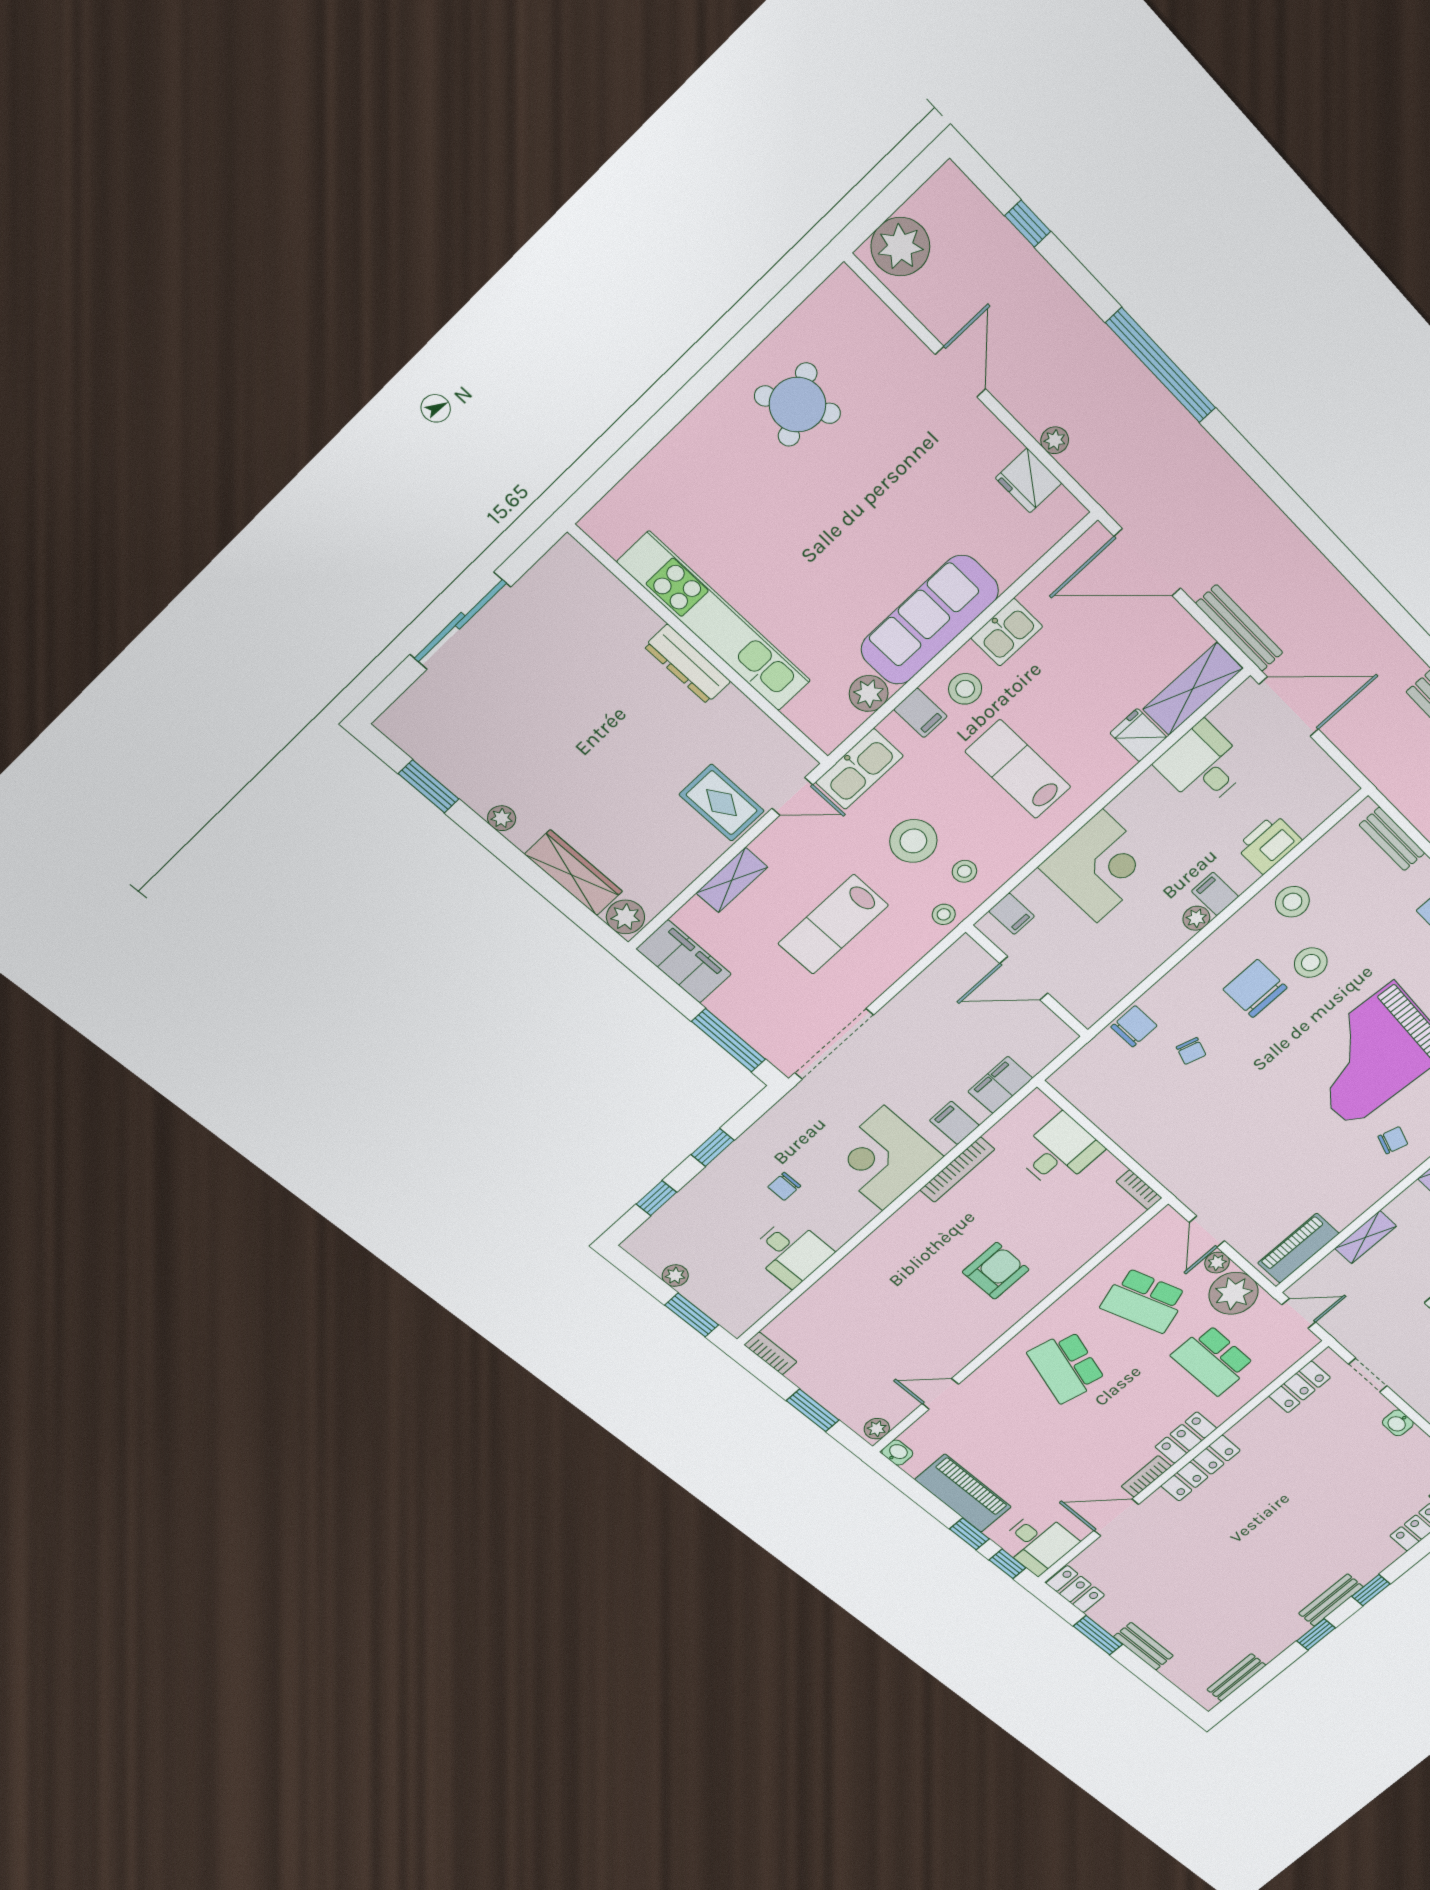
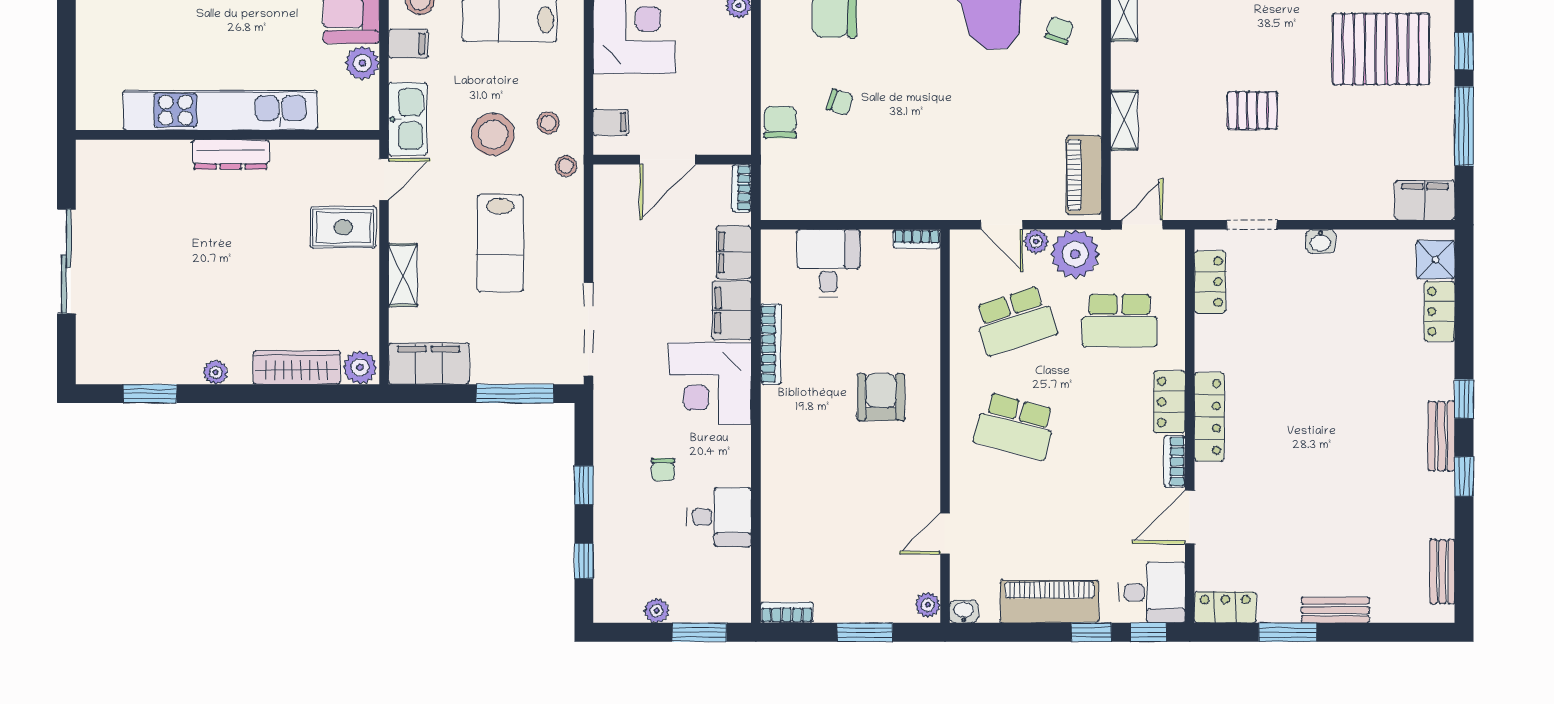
bookcase: (1055, 1046) -> (742, 188), added
filing cabinet: (954, 1123) -> (732, 310), width x2.00

